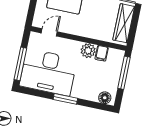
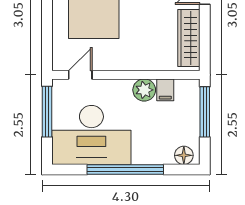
window: (20, 64) -> (47, 112), moved
window: (65, 99) -> (125, 169), width x2.11

